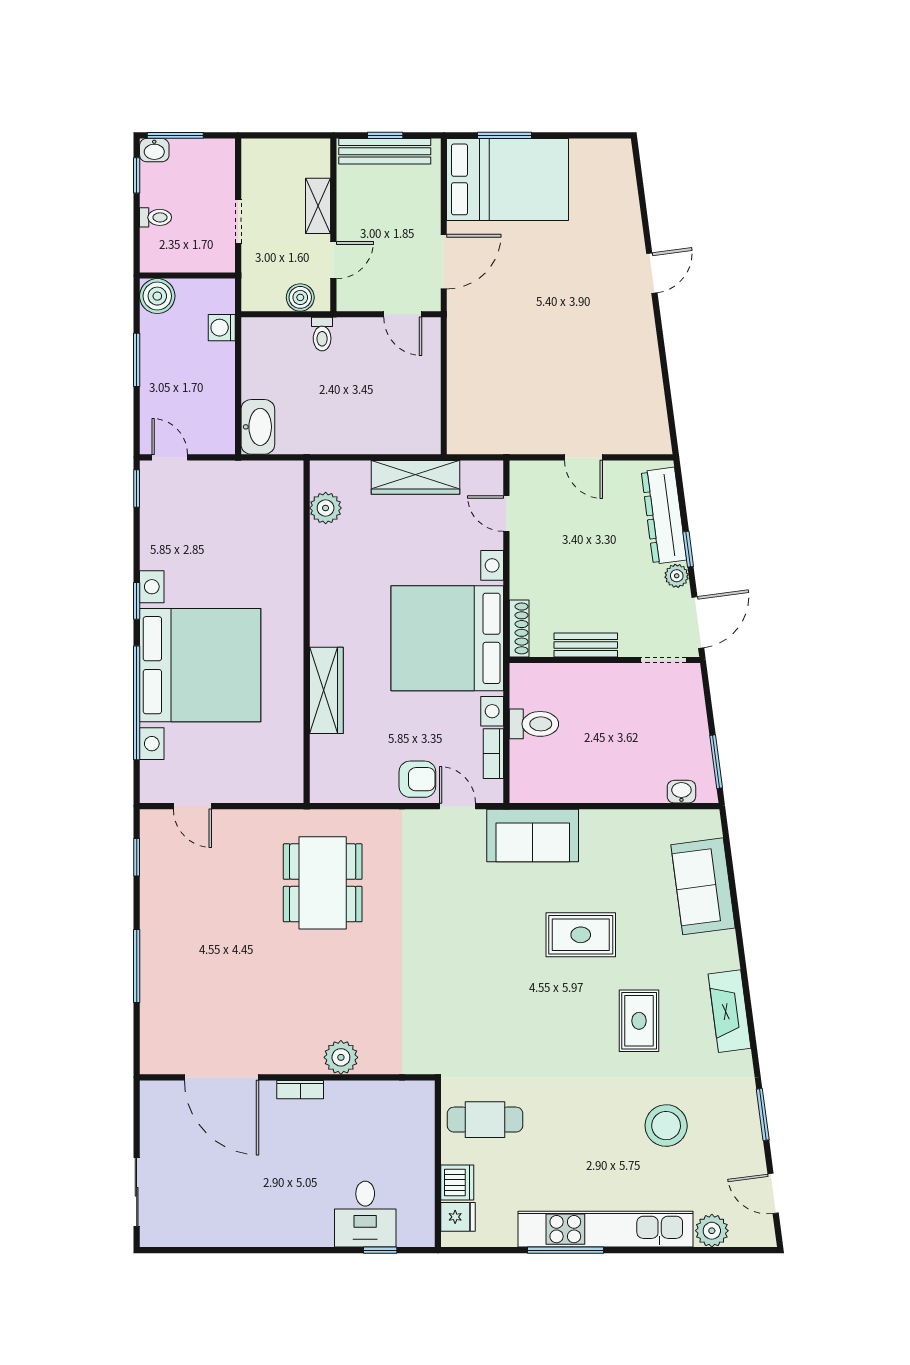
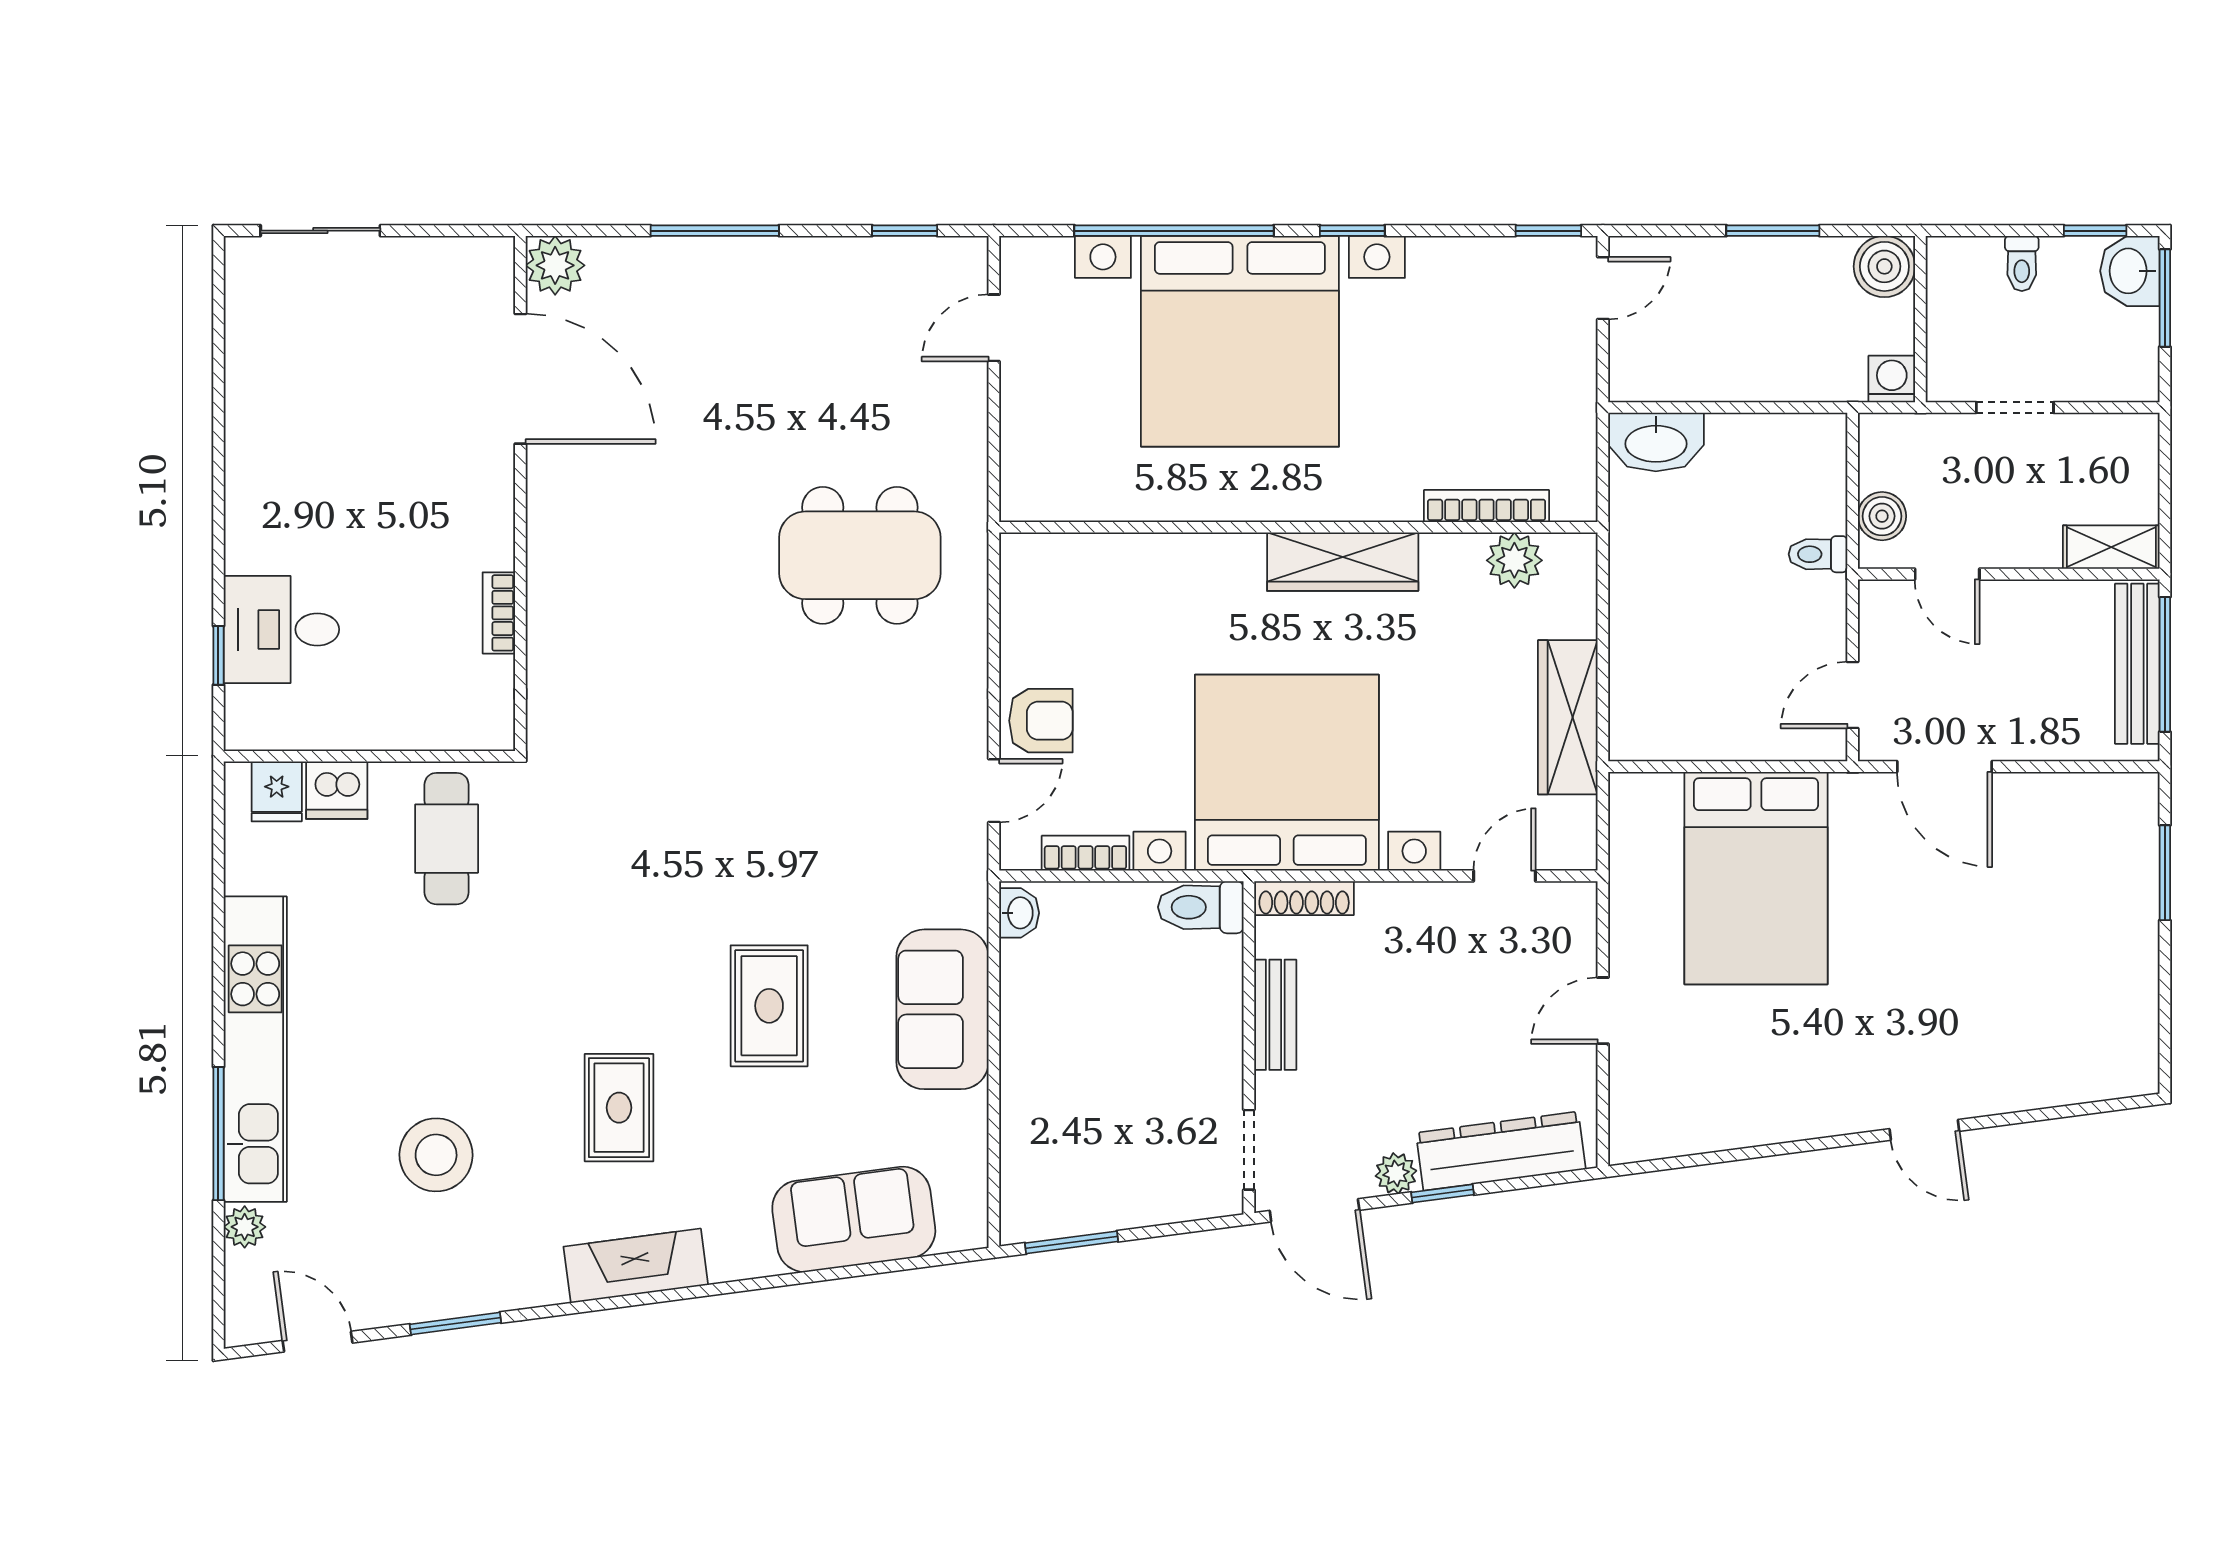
window: (385, 135) -> (2165, 664), width x2.17
washbasin: (154, 150) -> (2130, 271), width x1.38, depth x1.45
bed: (508, 179) -> (1756, 878), moved
shelving: (318, 206) -> (2111, 547), moved
washing machine: (222, 328) -> (1892, 379), moved
bookcase: (294, 524) -> (1487, 506), added
wardrobe: (326, 690) -> (1343, 562), moved
toilet: (534, 724) -> (1201, 907), moved, turned 90
armchair: (417, 779) -> (1041, 721), turned -90
washbasin: (681, 792) -> (1019, 913), moved
sofa: (533, 835) -> (943, 1009), moved
rug: (639, 1021) -> (619, 1108), turned 90
plant: (341, 1057) -> (555, 265), moved
door: (222, 1077) -> (520, 379), swing flipped
bookcase: (300, 1090) -> (499, 613), moved
door: (773, 1193) -> (318, 1342), hinge flipped
plant: (712, 1231) -> (245, 1227), width x0.73, depth x0.73
window: (566, 1250) -> (218, 1134), moved

